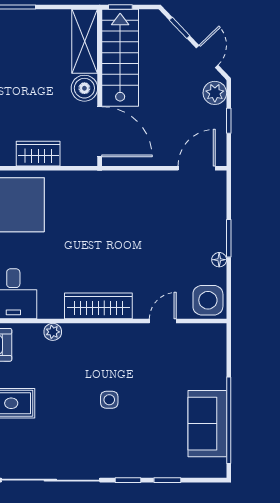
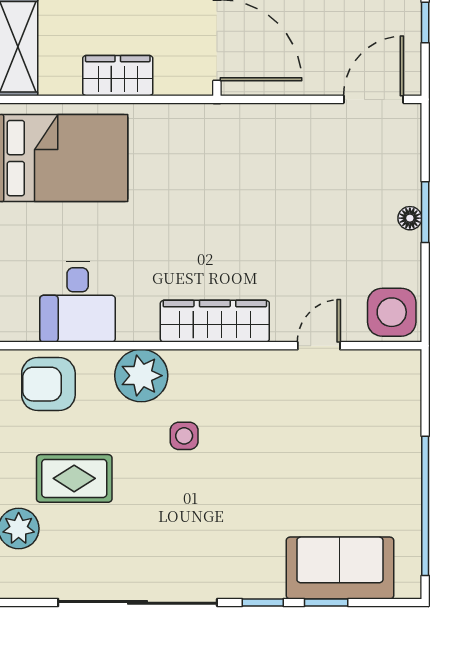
floor lamp: (219, 260) -> (410, 218), moved
plant: (53, 332) -> (141, 376), width x1.87, depth x1.87
side table: (109, 400) -> (184, 436), moved
sofa: (207, 424) -> (340, 568), moved, turned 90

